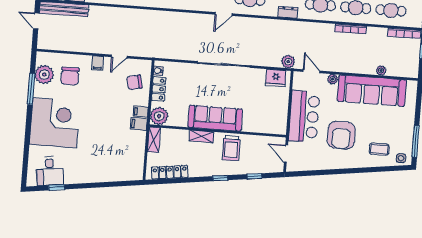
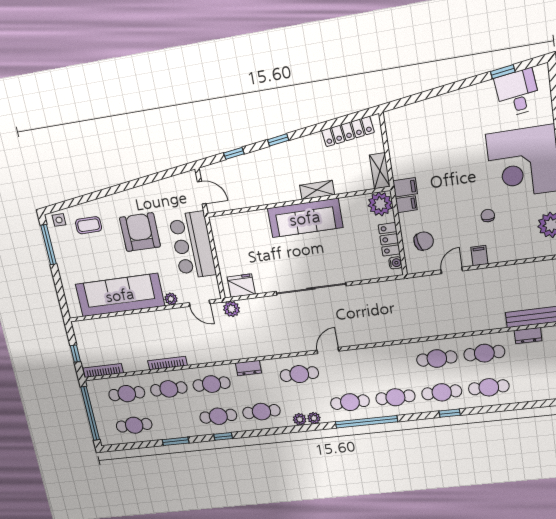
plant: (381, 70) -> (116, 322), removed
chair: (70, 76) -> (488, 216), moved, width x0.54, depth x0.54
trolley: (231, 148) -> (274, 183), removed

